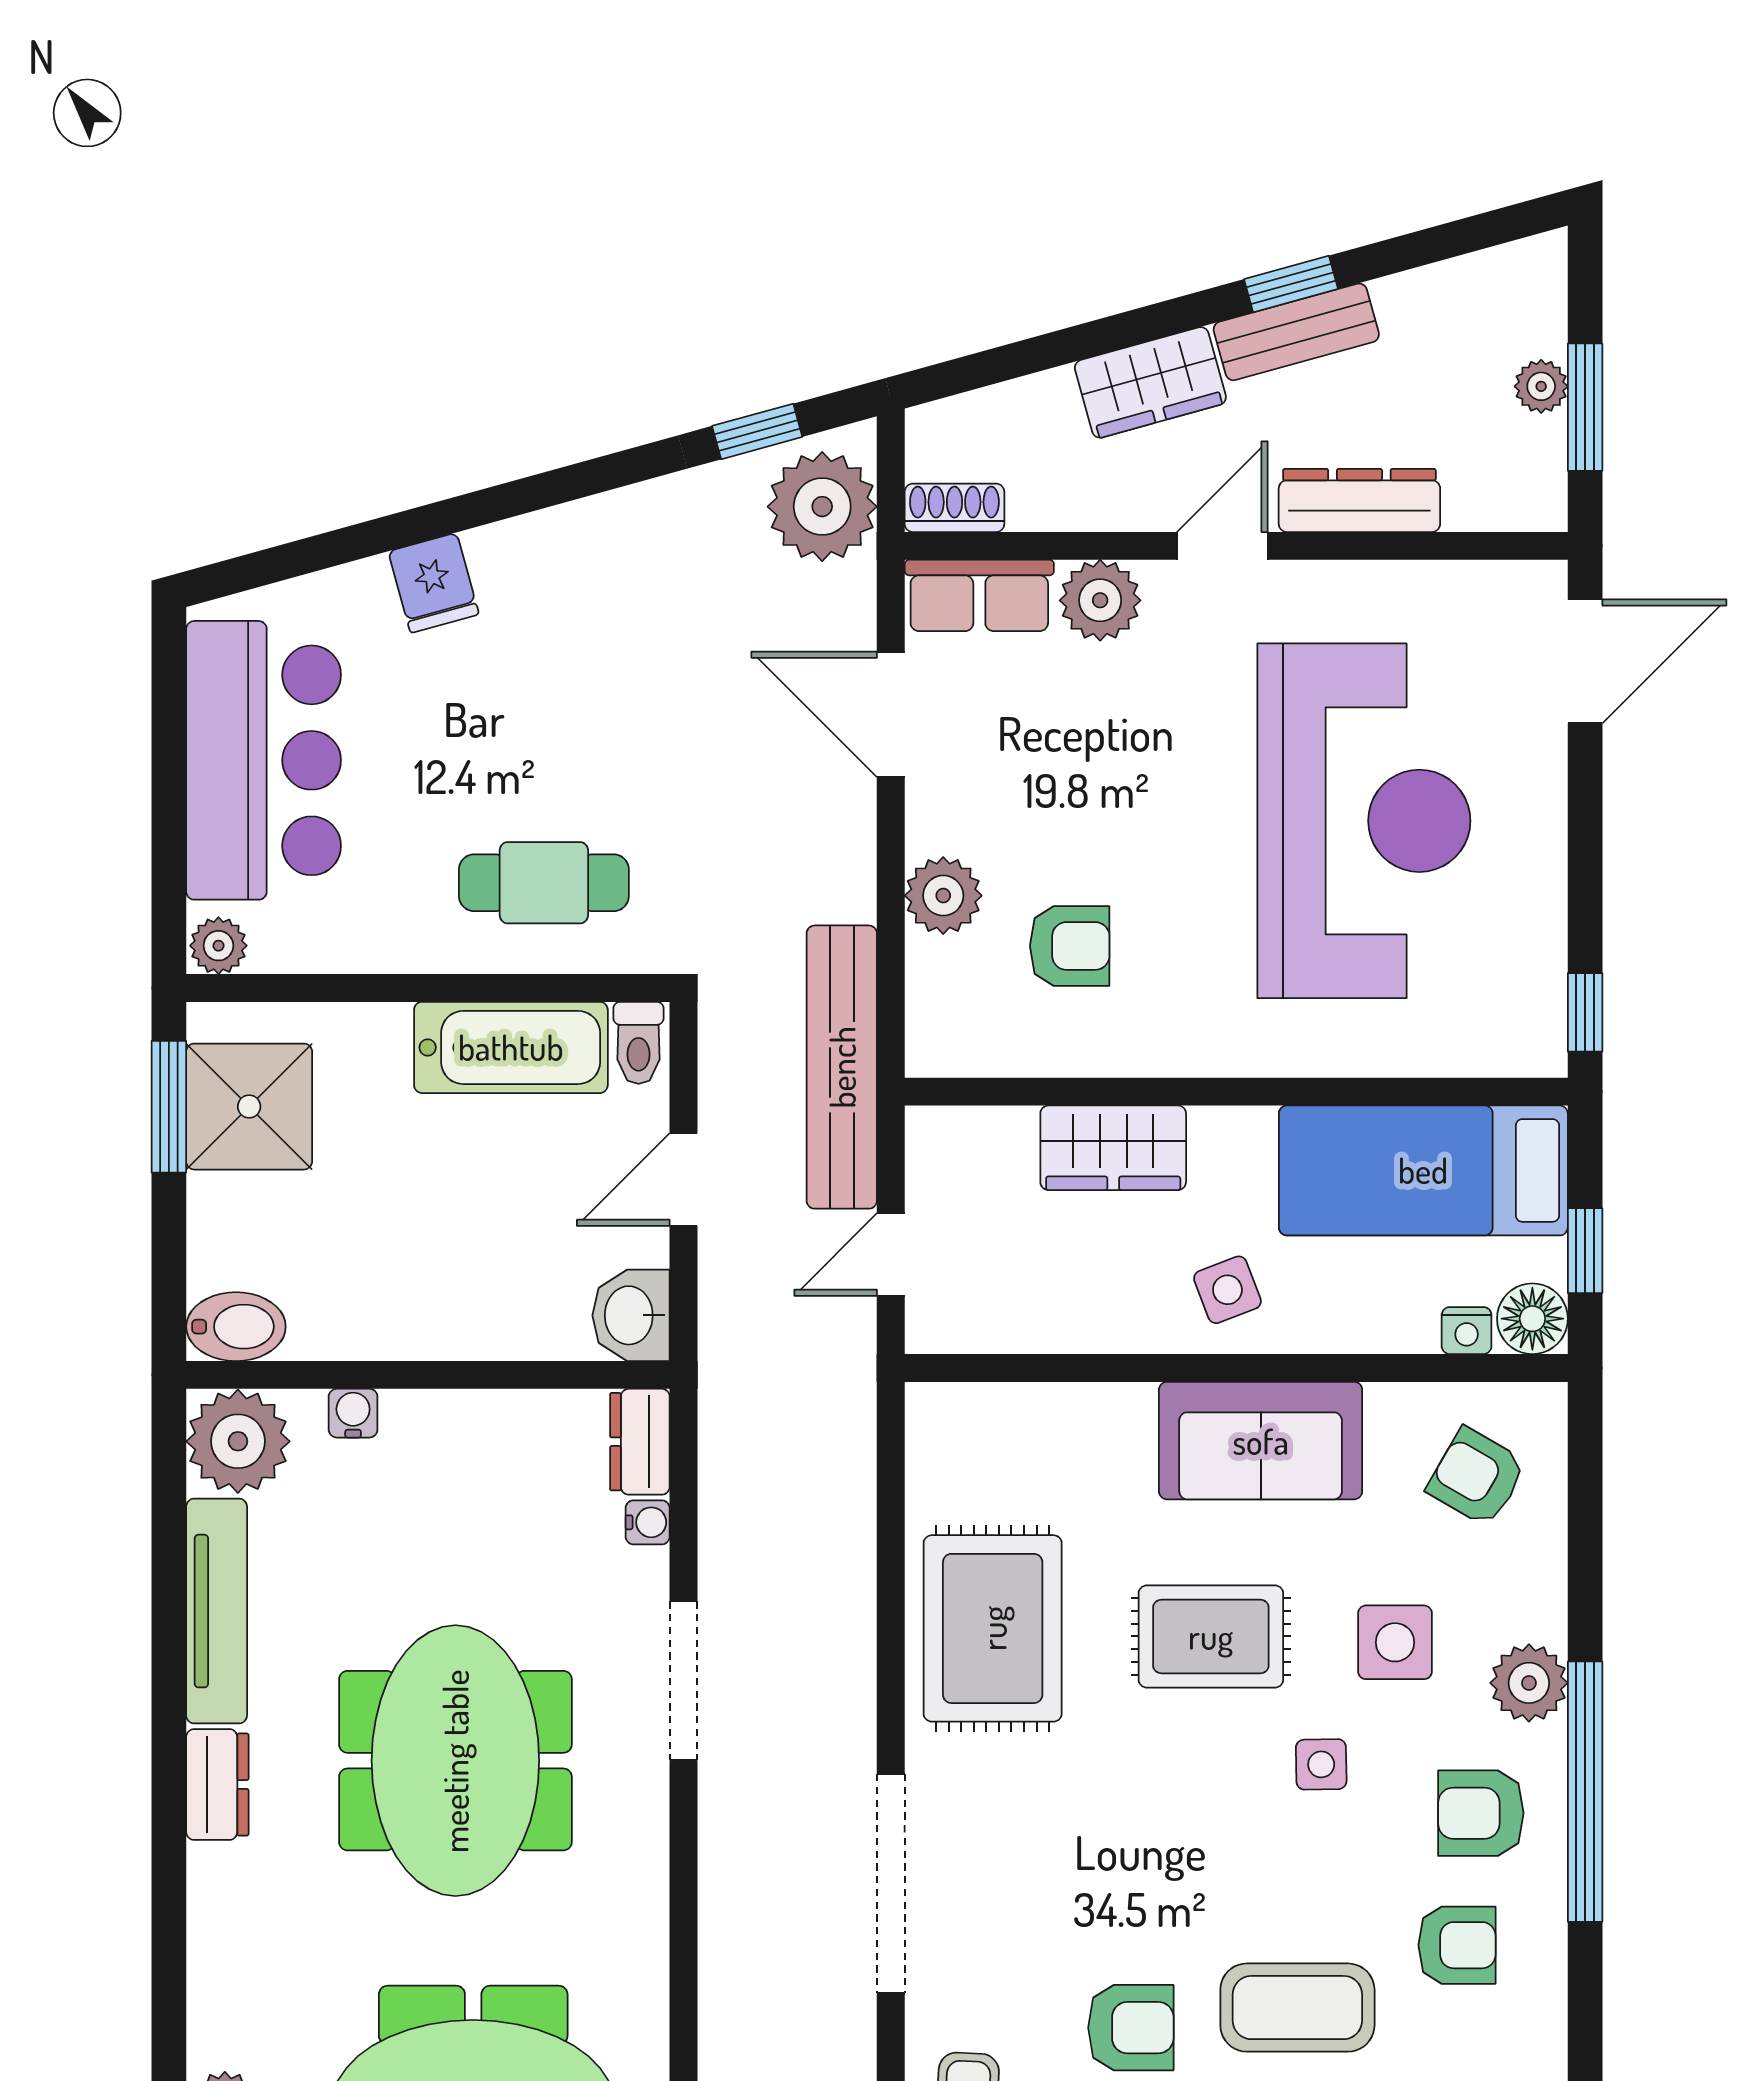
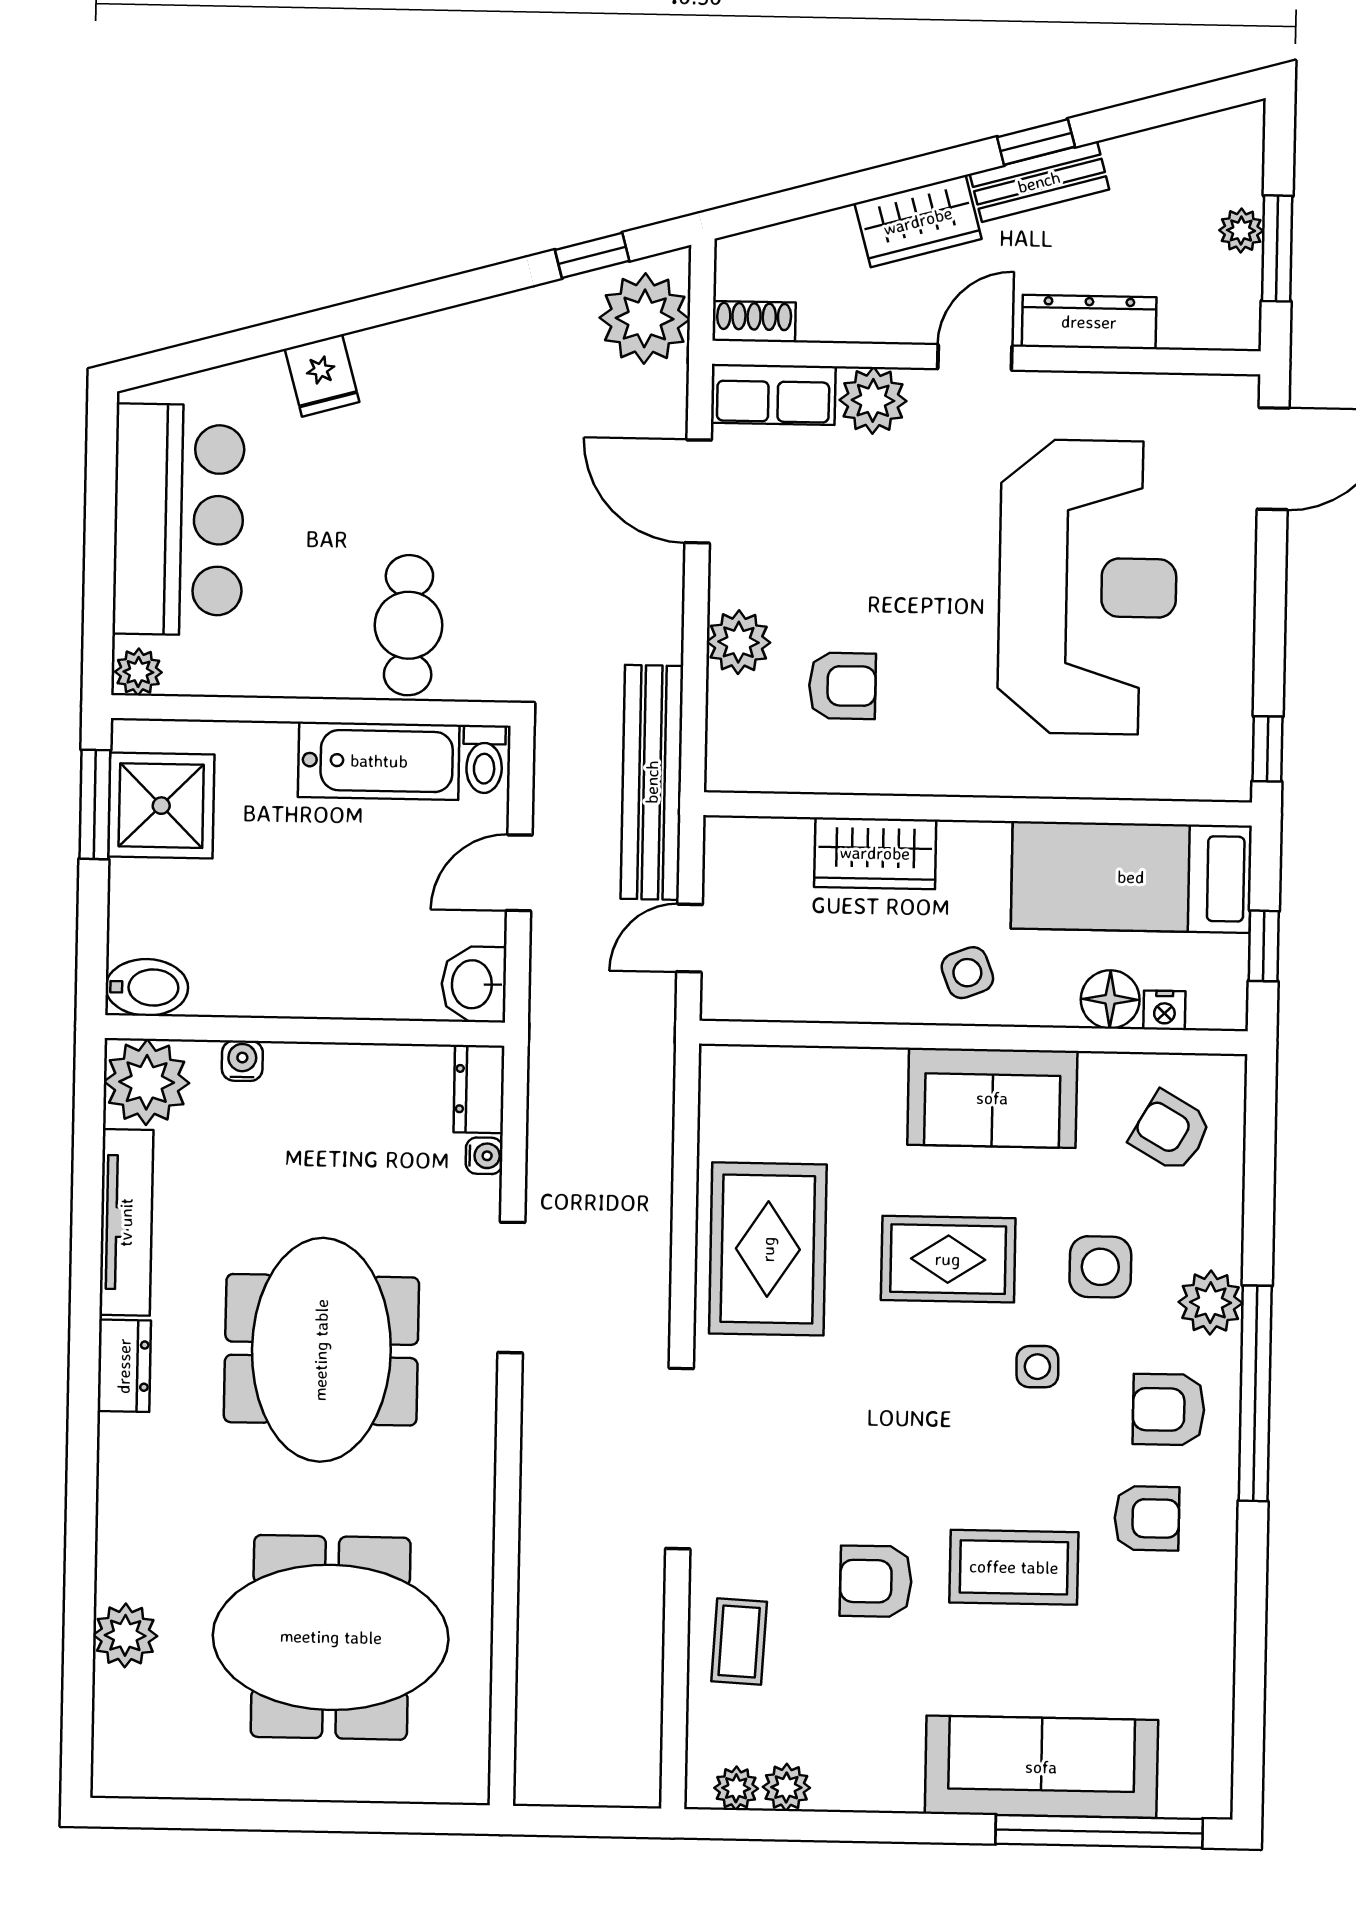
cafe table: (544, 883) -> (409, 625), turned 90
floor lamp: (1532, 1319) -> (1110, 999), moved
armchair: (1131, 2028) -> (876, 1581), turned 180

